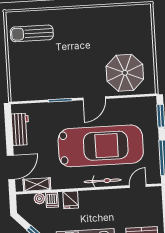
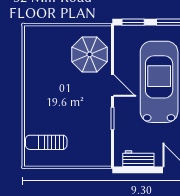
sun lounger: (32, 33) -> (46, 142), turned 90

